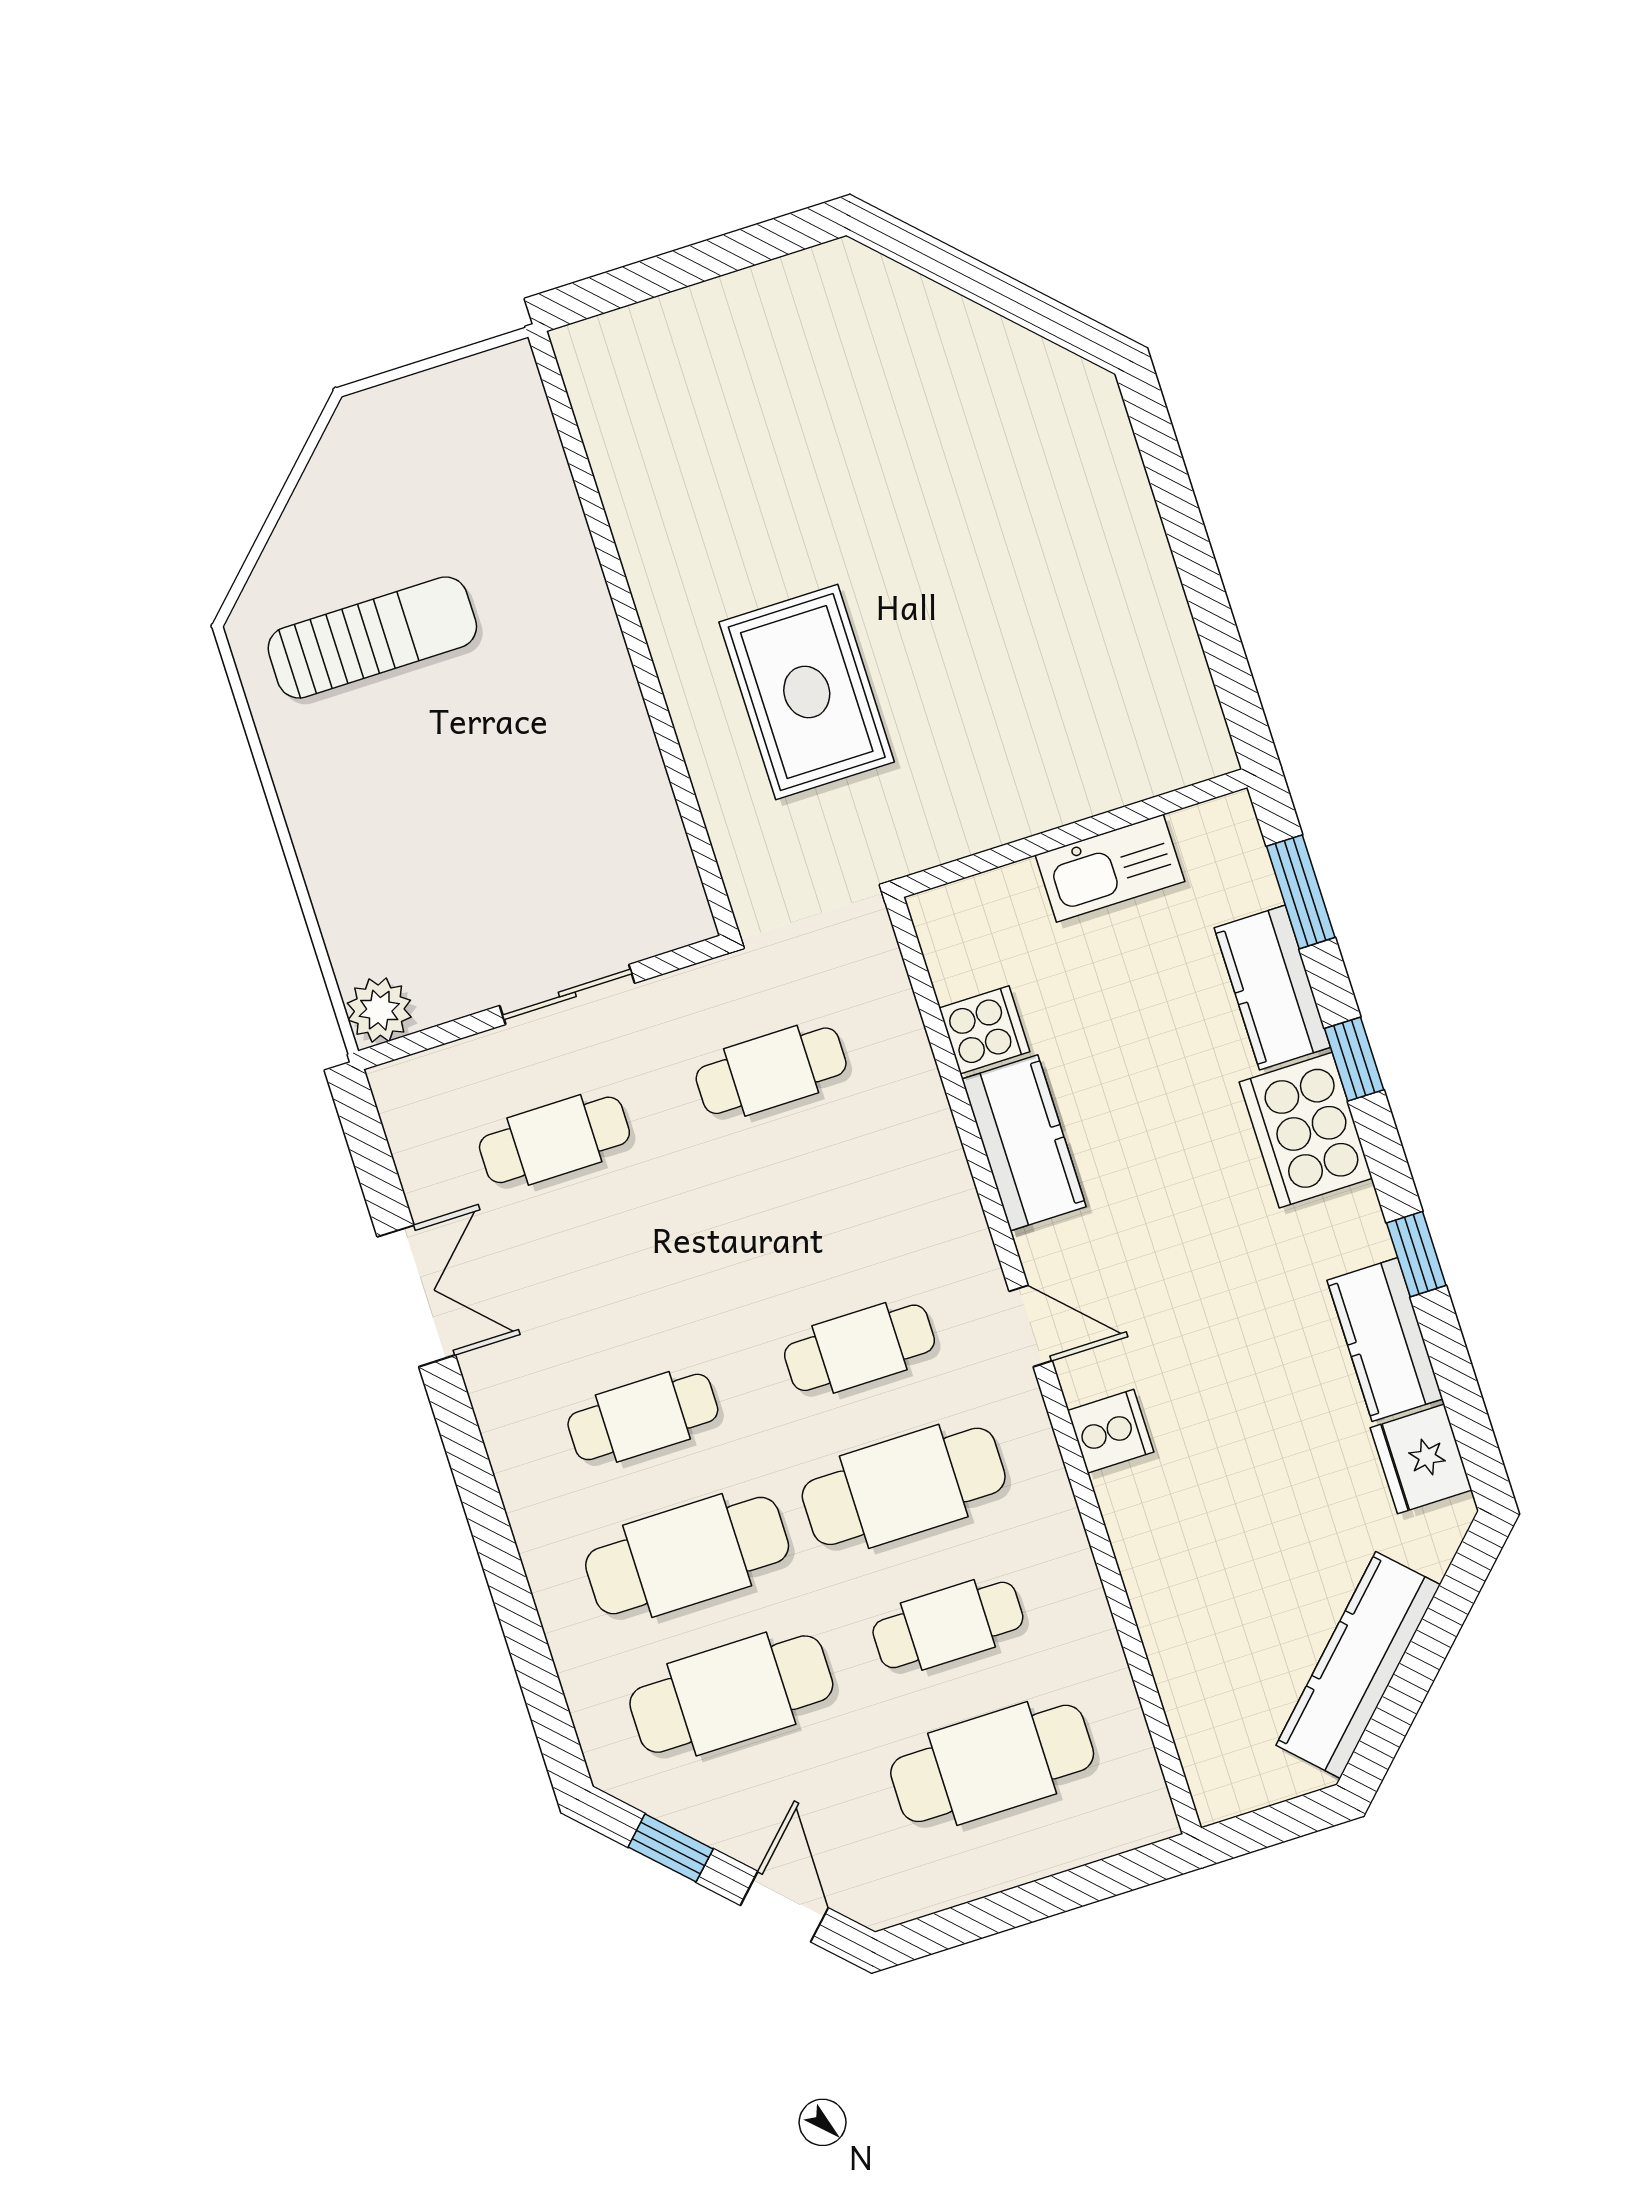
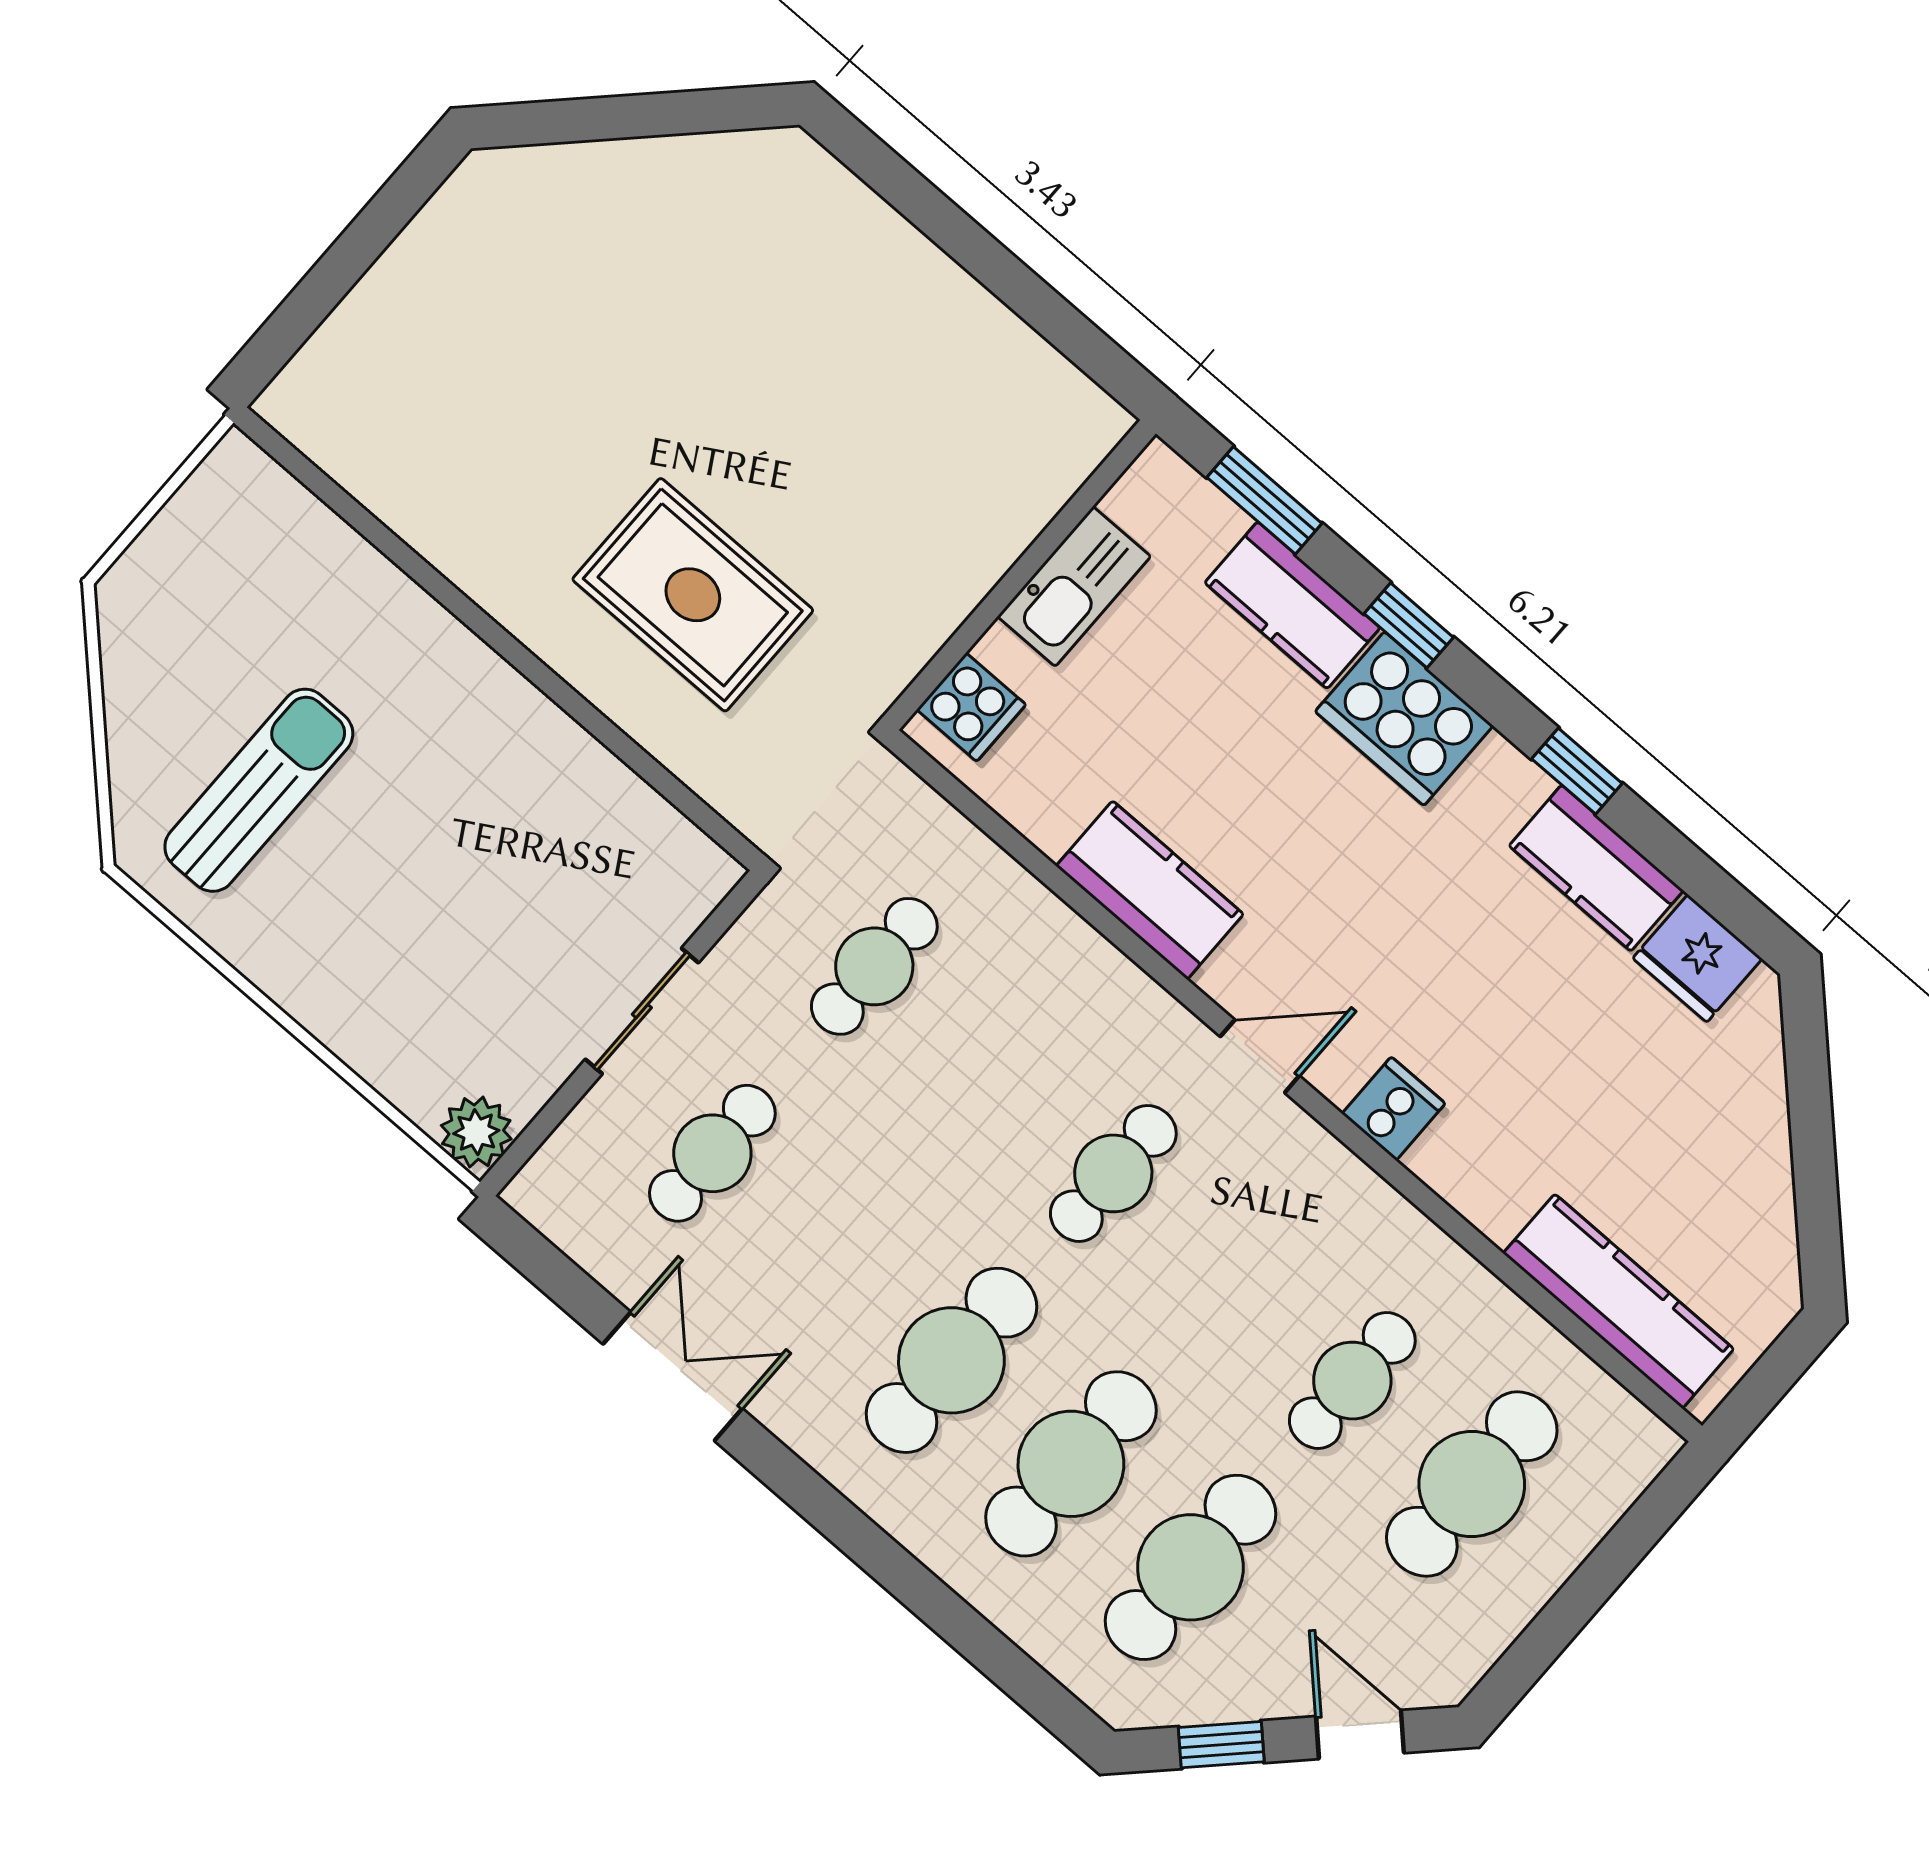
cooker: (984, 1030) -> (971, 707), moved, turned 90
cafe table: (643, 1417) -> (951, 1360), width x1.37, depth x1.35
cafe table: (904, 1486) -> (1233, 1277), removed
kitchen counter: (1358, 1665) -> (1618, 1301), moved, turned 135

